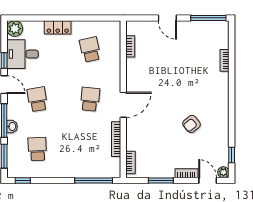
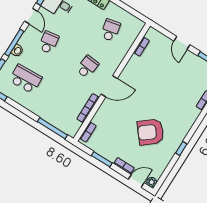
armchair: (192, 124) -> (151, 132), width x1.88, depth x1.88
school desk: (37, 149) -> (26, 79), width x1.85
window: (232, 155) -> (181, 148), moved
door: (208, 181) -> (136, 181), hinge flipped

